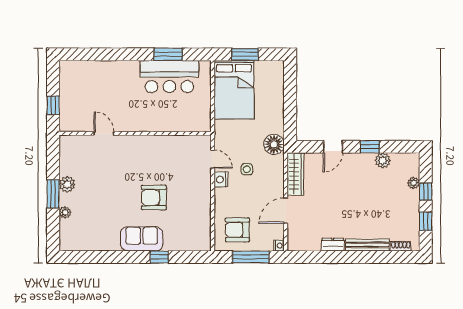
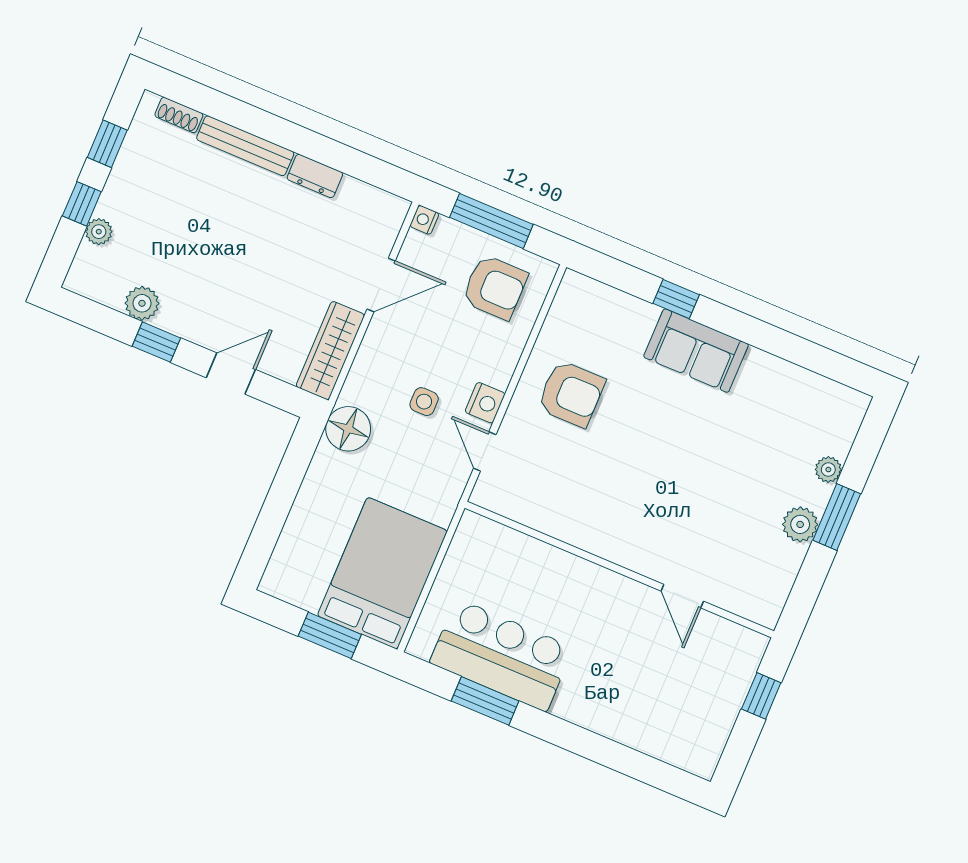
armchair: (154, 198) -> (571, 394), moved

